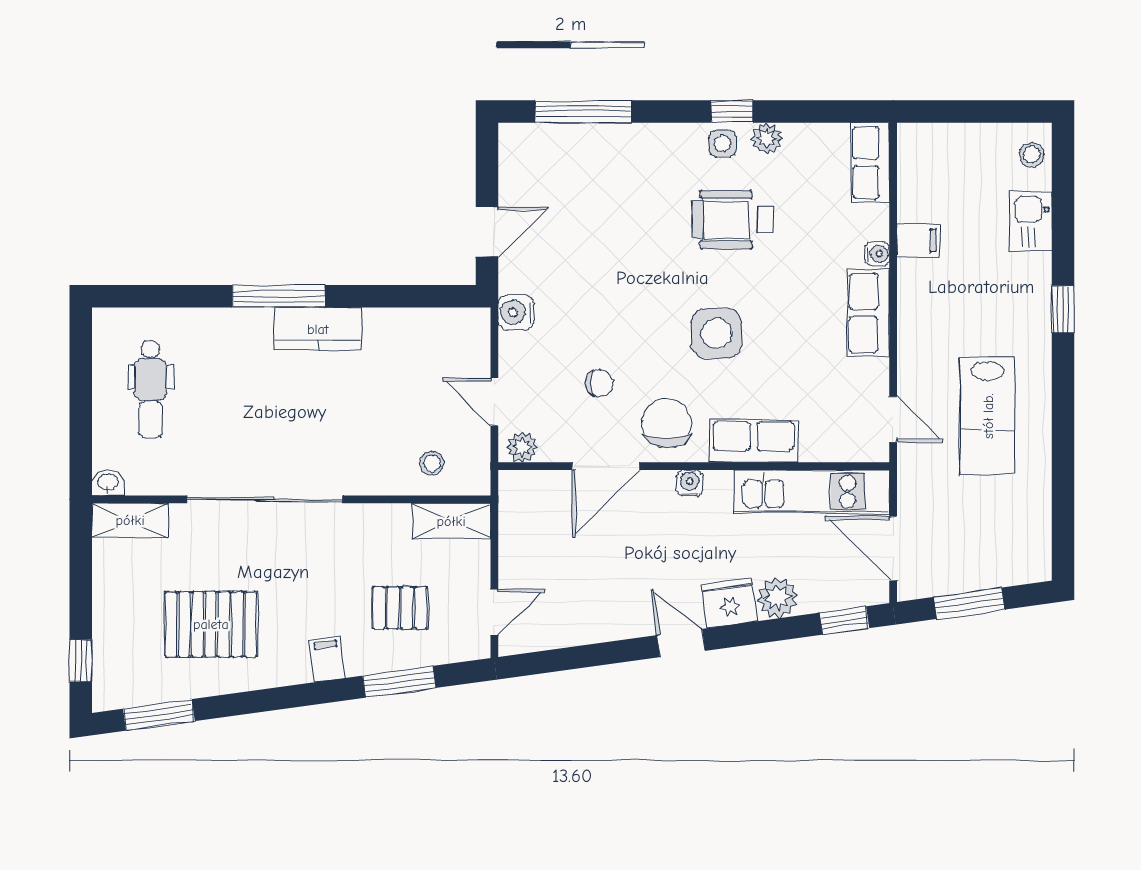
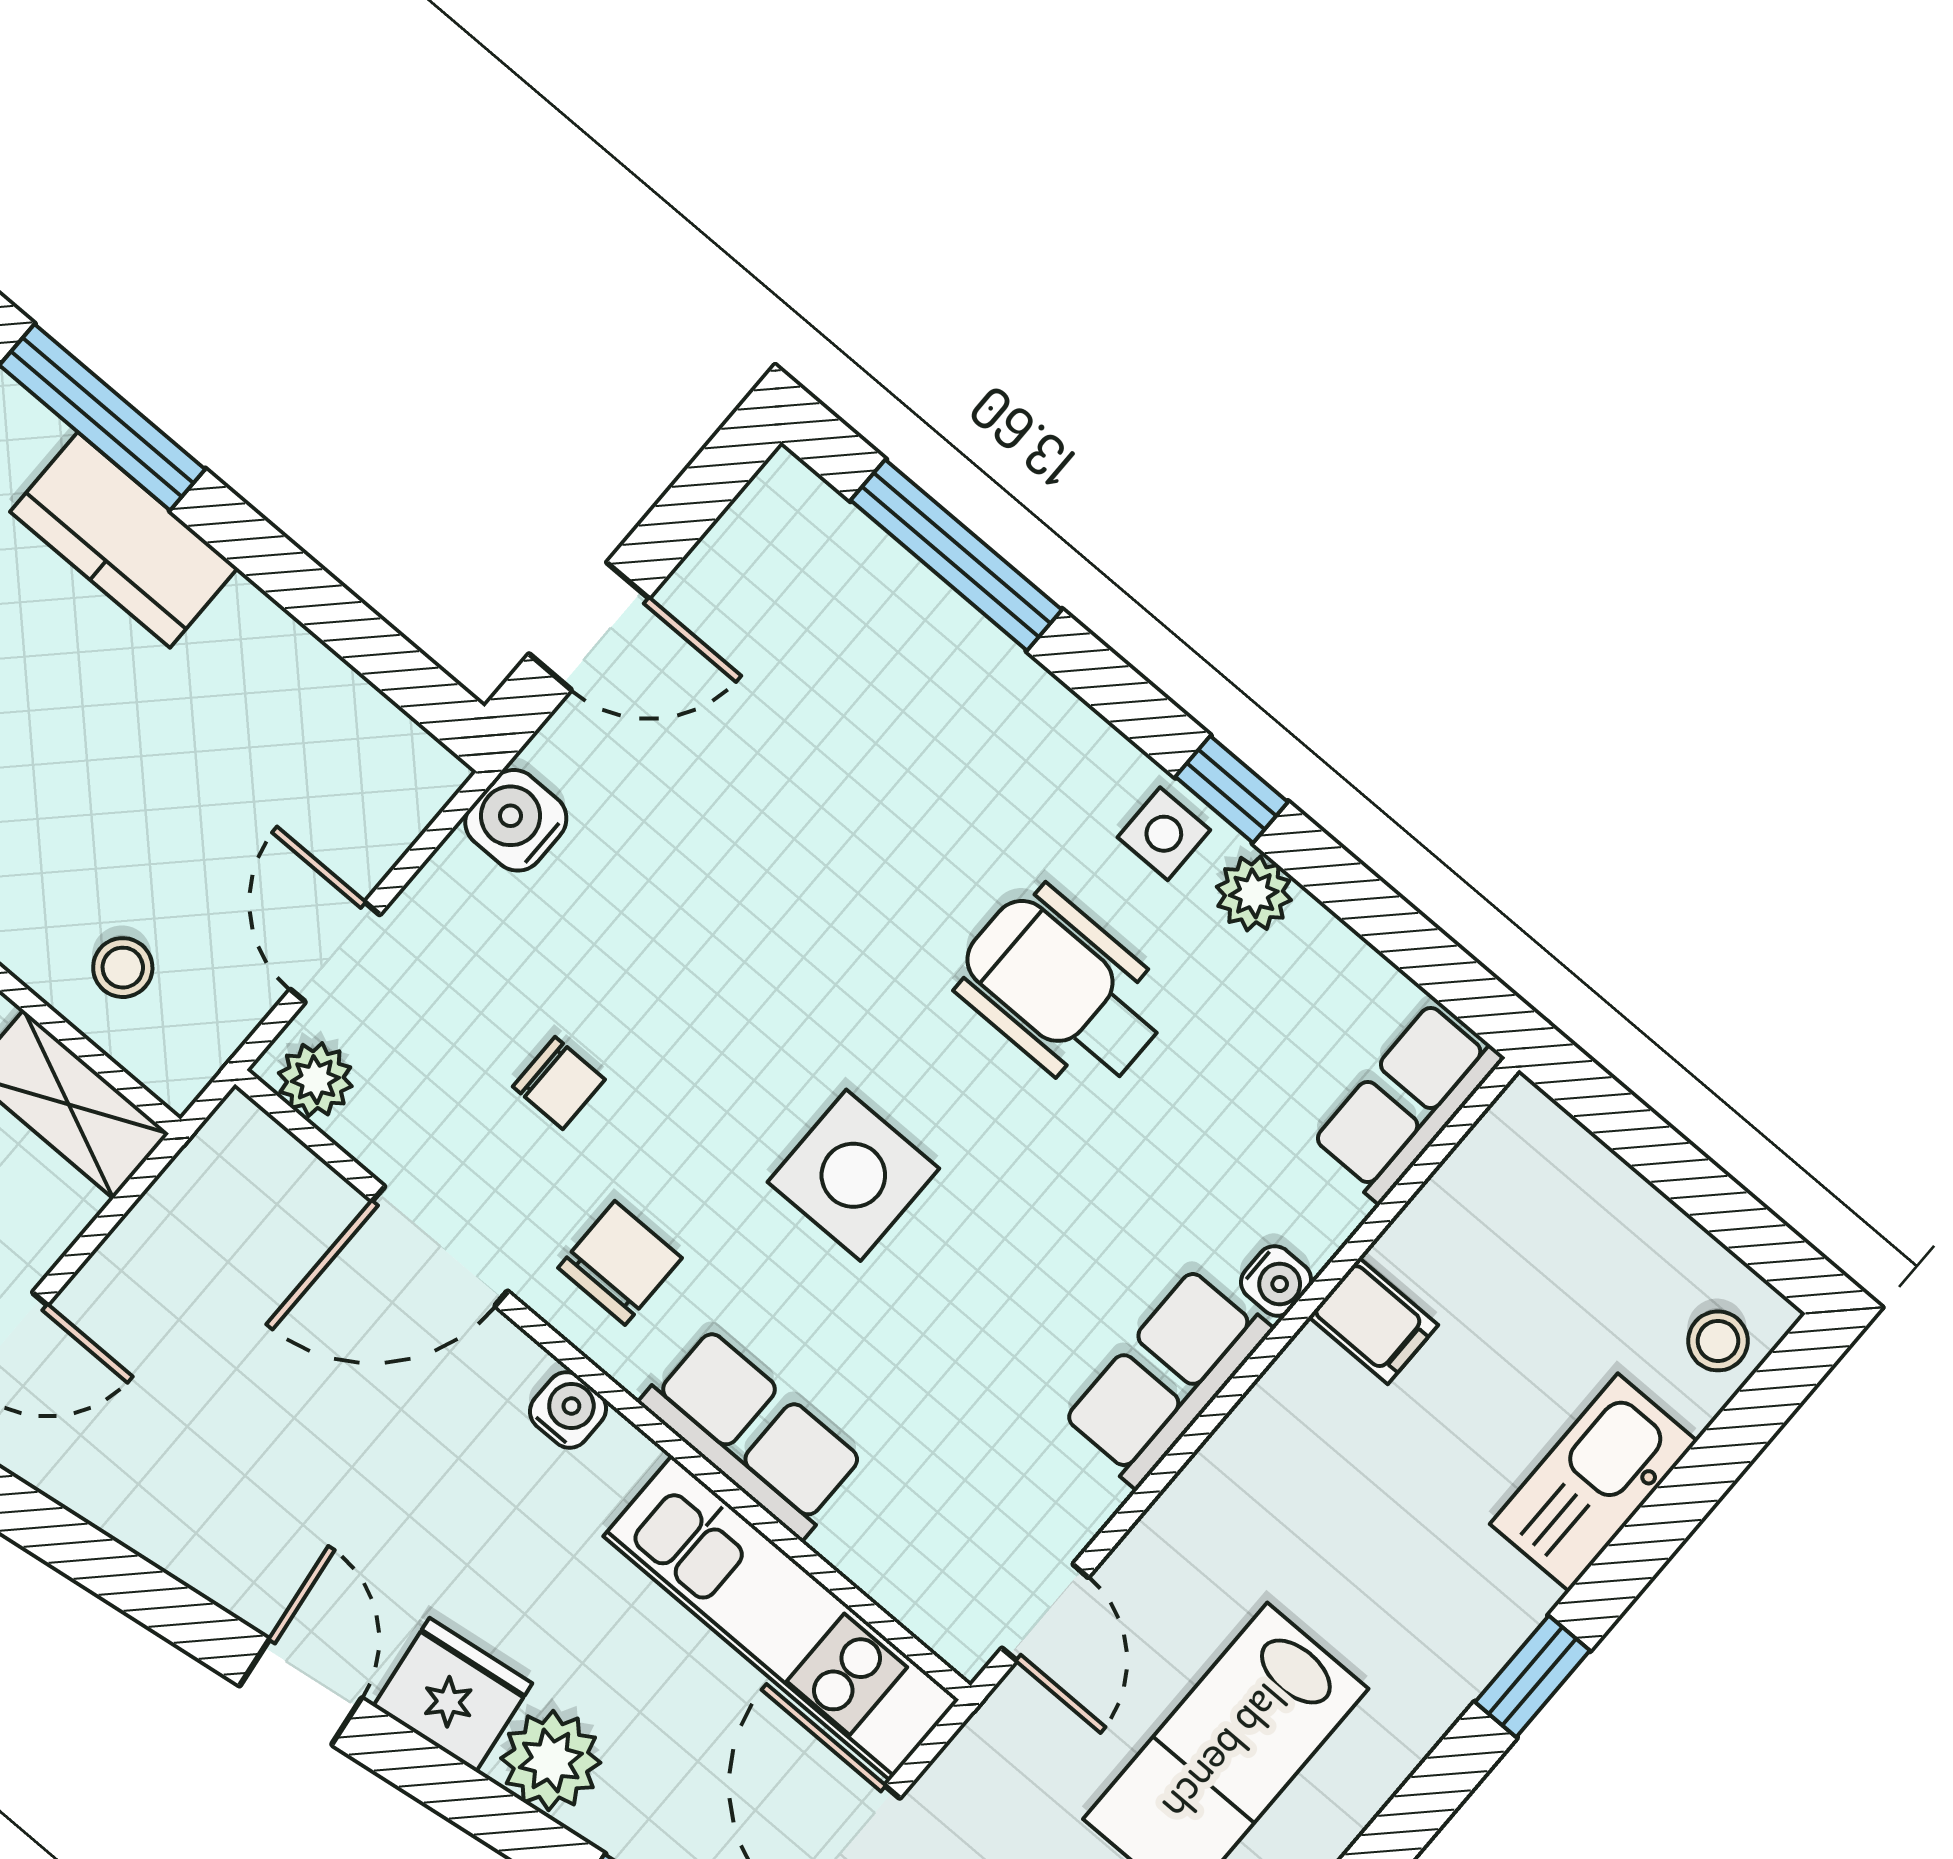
kitchen sink: (1030, 221) -> (1594, 1482), width x1.38
chair: (667, 423) -> (620, 1263), width x0.73, depth x0.73

